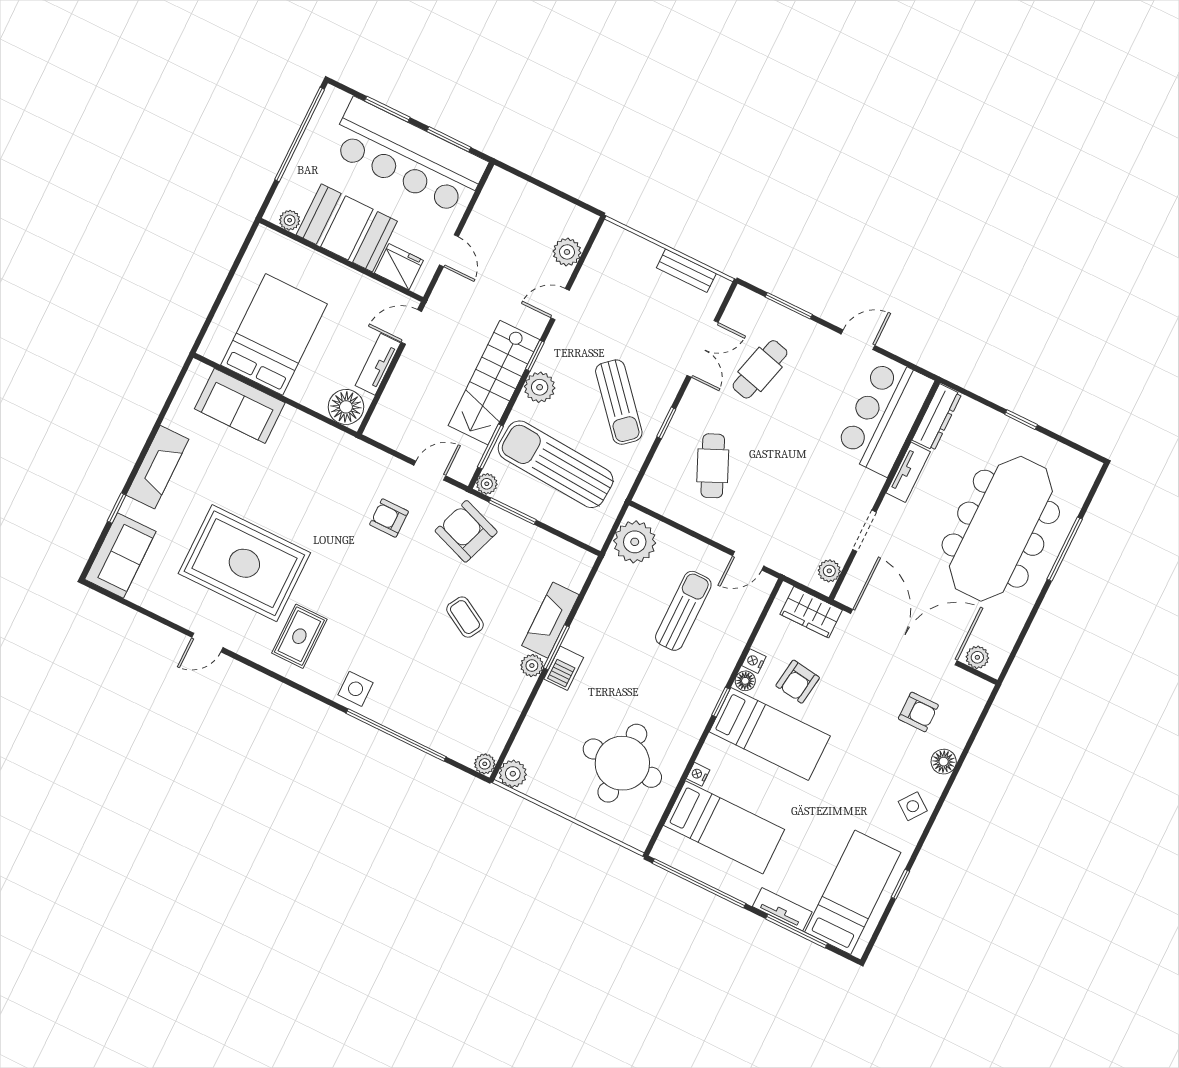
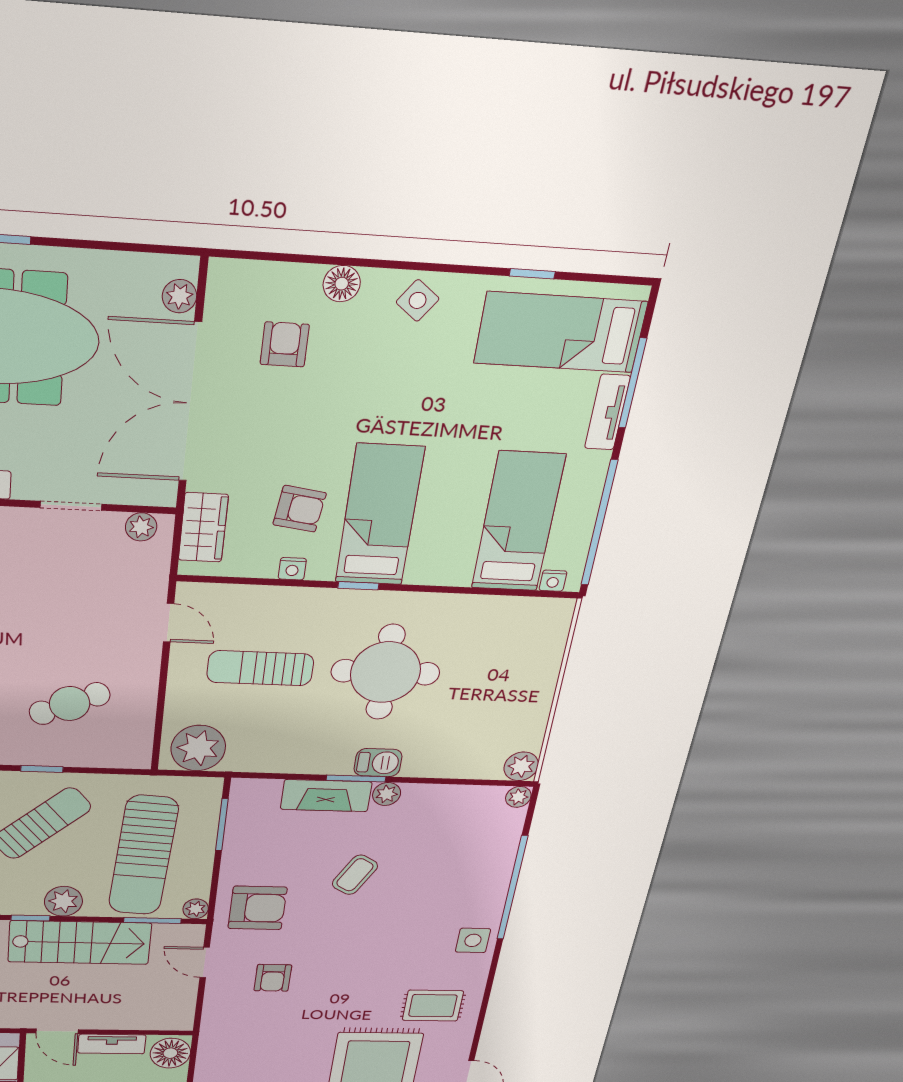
window: (513, 511) -> (222, 825), moved
armchair: (466, 531) -> (257, 908), turned -110
floor lamp: (745, 681) -> (321, 569), removed
round table: (622, 763) -> (385, 672), moved
nightstand: (698, 774) -> (553, 581), moved

